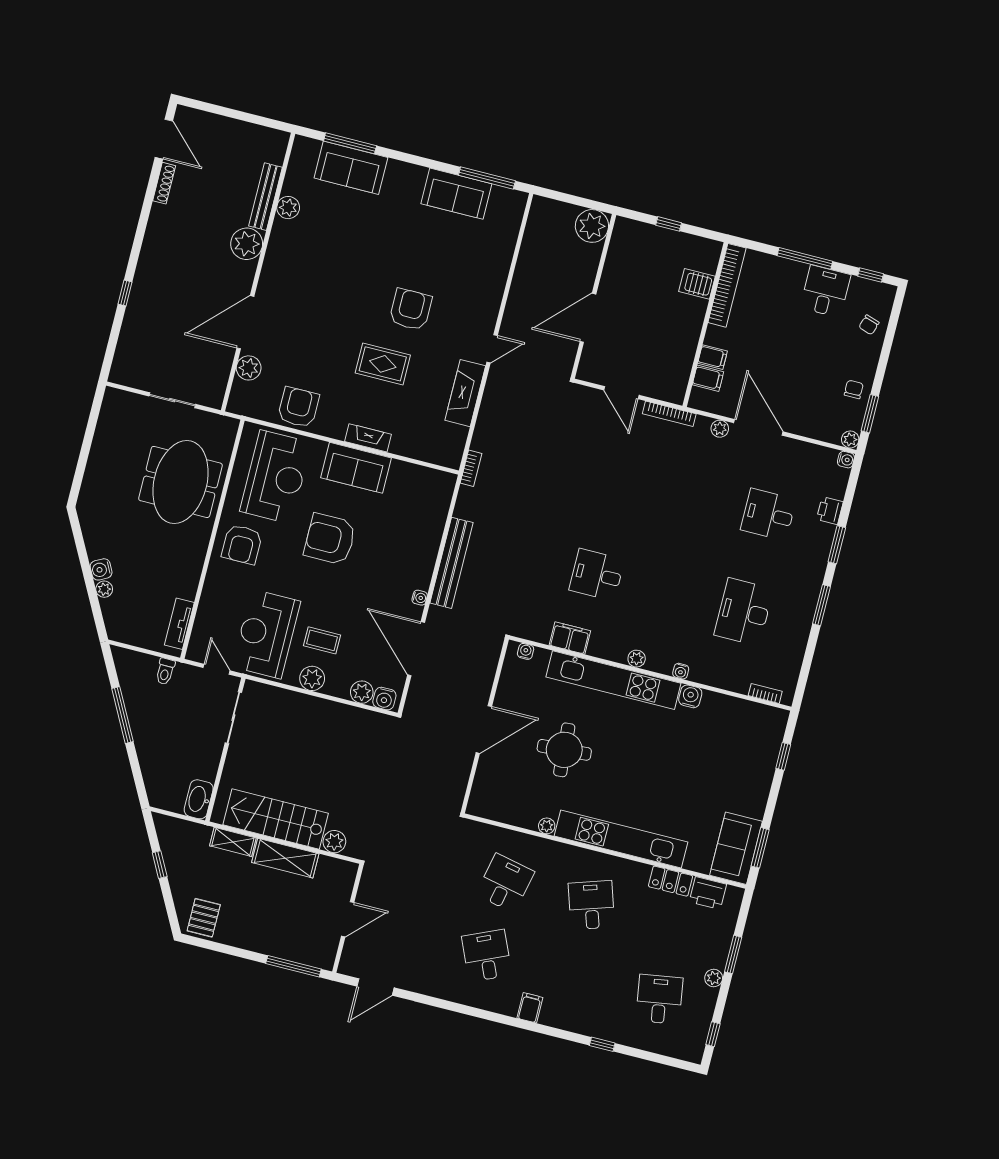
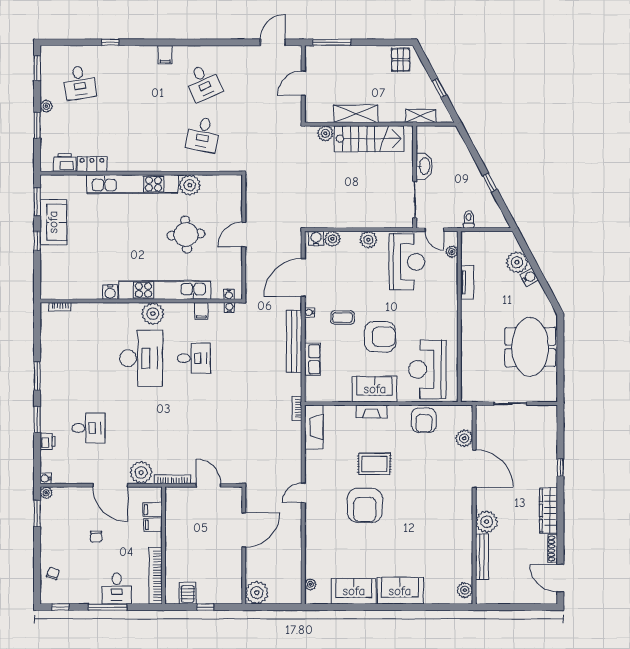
window: (350, 143) -> (434, 607), removed
sofa: (351, 168) -> (400, 591), moved
window: (487, 178) -> (336, 607), removed
plant: (288, 208) -> (465, 590), moved
plant: (514, 219) -> (310, 584), added
wardrobe: (157, 237) -> (549, 511), added
server rack: (697, 284) -> (188, 593), moved, turned -90
desk: (825, 291) -> (117, 588), moved
armchair: (411, 309) -> (365, 505), width x1.36, depth x1.36
door: (245, 322) -> (474, 469), hinge flipped
chair: (854, 389) -> (96, 537), moved
fireplace: (465, 393) -> (314, 427), moved
plant: (720, 429) -> (141, 472), width x1.87, depth x1.87
meeting table: (180, 482) -> (530, 347), moved
row of seats: (432, 532) -> (312, 359), added
armchair: (242, 544) -> (439, 318), removed
plant: (104, 589) -> (517, 262), width x1.87, depth x1.87
desk: (744, 612) -> (141, 358), moved, width x1.36, depth x1.30
tv unit: (179, 624) -> (467, 282), moved
plant: (200, 632) -> (452, 252), added
filing cabinet: (570, 638) -> (201, 311), width x0.50
coffee table: (322, 640) -> (343, 317), moved
door: (416, 649) -> (303, 277), swing flipped
plant: (637, 659) -> (153, 314), width x1.88, depth x1.88
water cooler: (681, 671) -> (229, 308), moved
window: (123, 715) -> (490, 183), width x0.46
door: (484, 729) -> (244, 235), width x0.73
window: (783, 756) -> (37, 241), moved
washbasin: (199, 799) -> (424, 166), moved
plant: (547, 826) -> (190, 185), width x1.87, depth x1.87
shelving: (233, 842) -> (421, 116), moved
sofa: (736, 848) -> (53, 222), moved
desk: (591, 905) -> (141, 135), removed
window: (713, 1034) -> (37, 68), width x1.50

